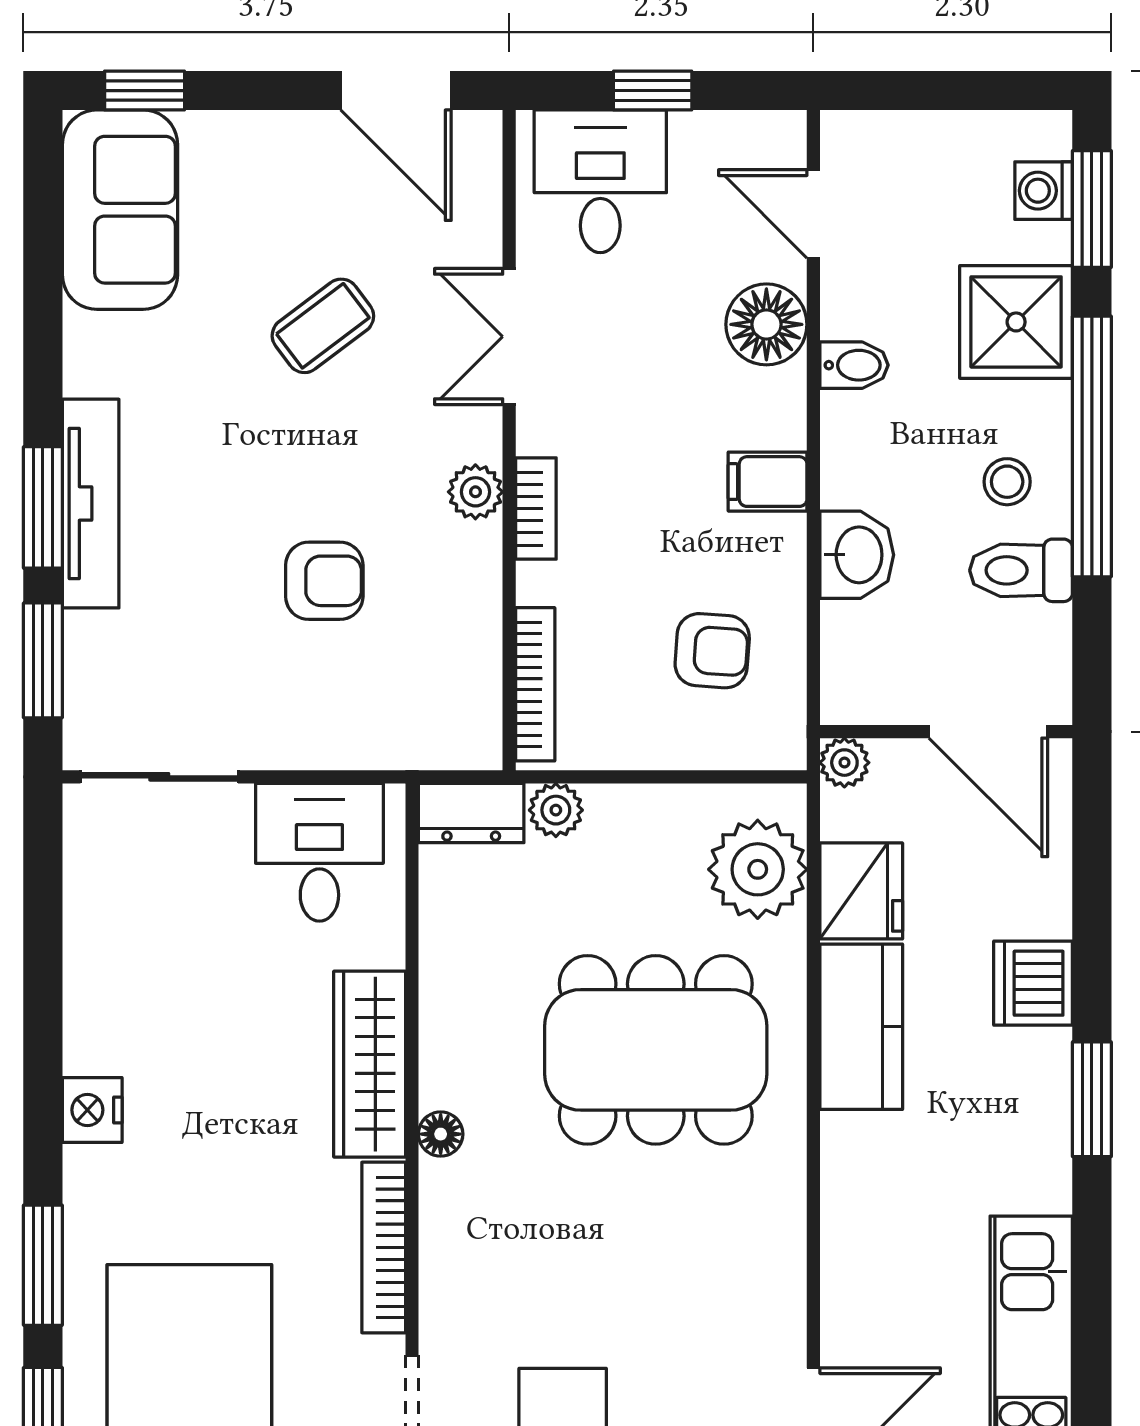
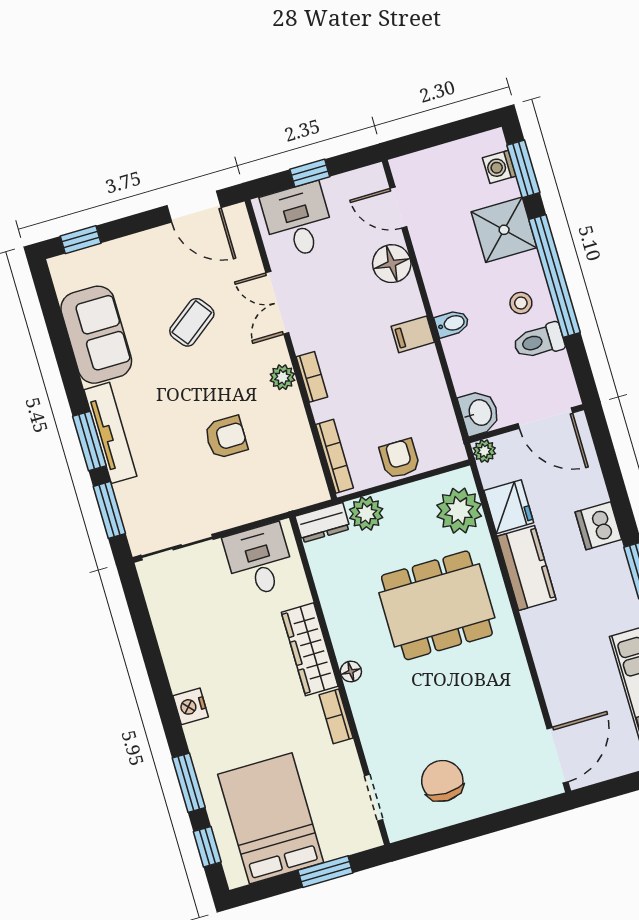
sofa: (120, 210) -> (96, 335), moved
bidet: (854, 365) -> (452, 324), moved
washbasin: (857, 555) -> (479, 413), moved
armchair: (712, 651) -> (400, 459), moved, turned -94
plant: (556, 810) -> (366, 513), width x1.38, depth x1.38
bookcase: (384, 1248) -> (336, 716), width x0.64

